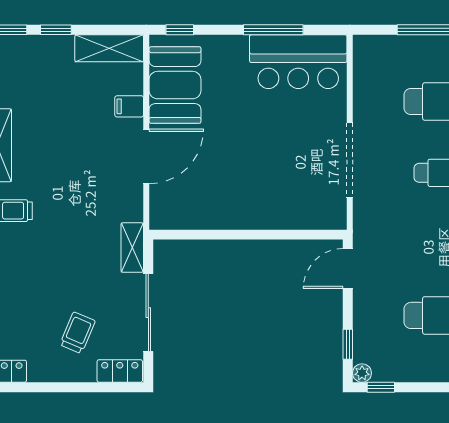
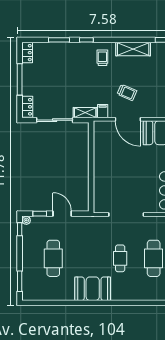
filing cabinet: (129, 106) -> (103, 111), moved
door: (348, 269) -> (62, 214), moved
trolley: (77, 333) -> (127, 92), moved
window: (61, 387) -> (20, 79), added

